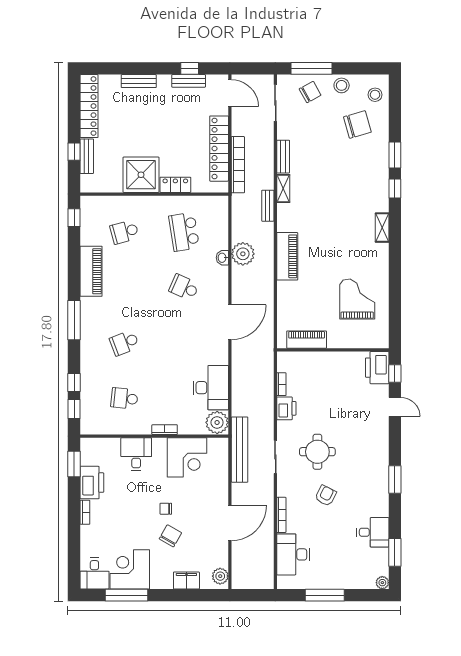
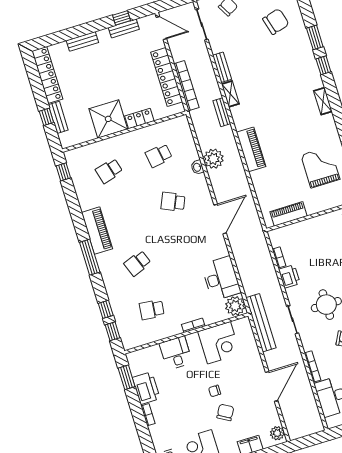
school desk: (184, 232) -> (159, 156), width x0.54
piano: (91, 271) -> (97, 231), moved

